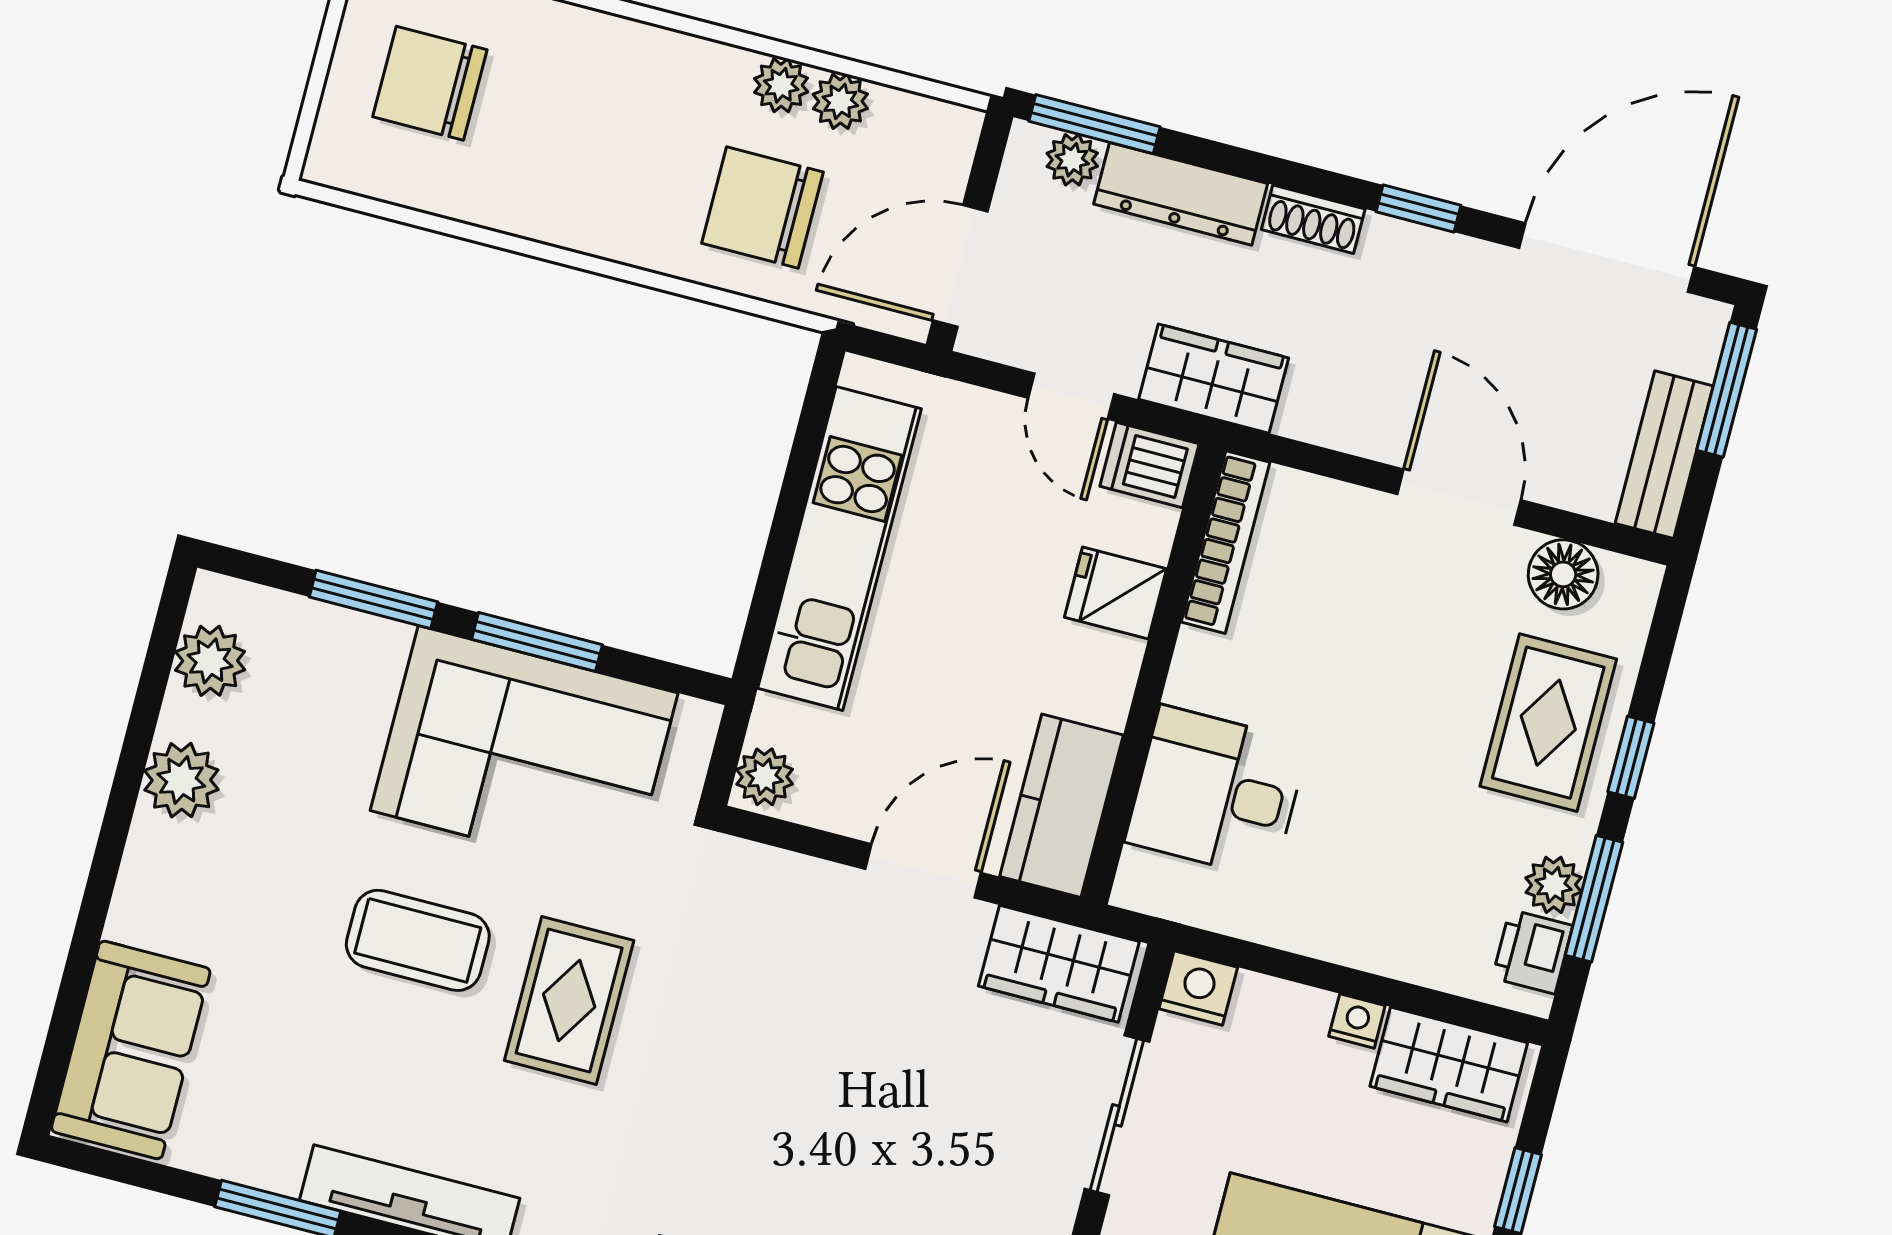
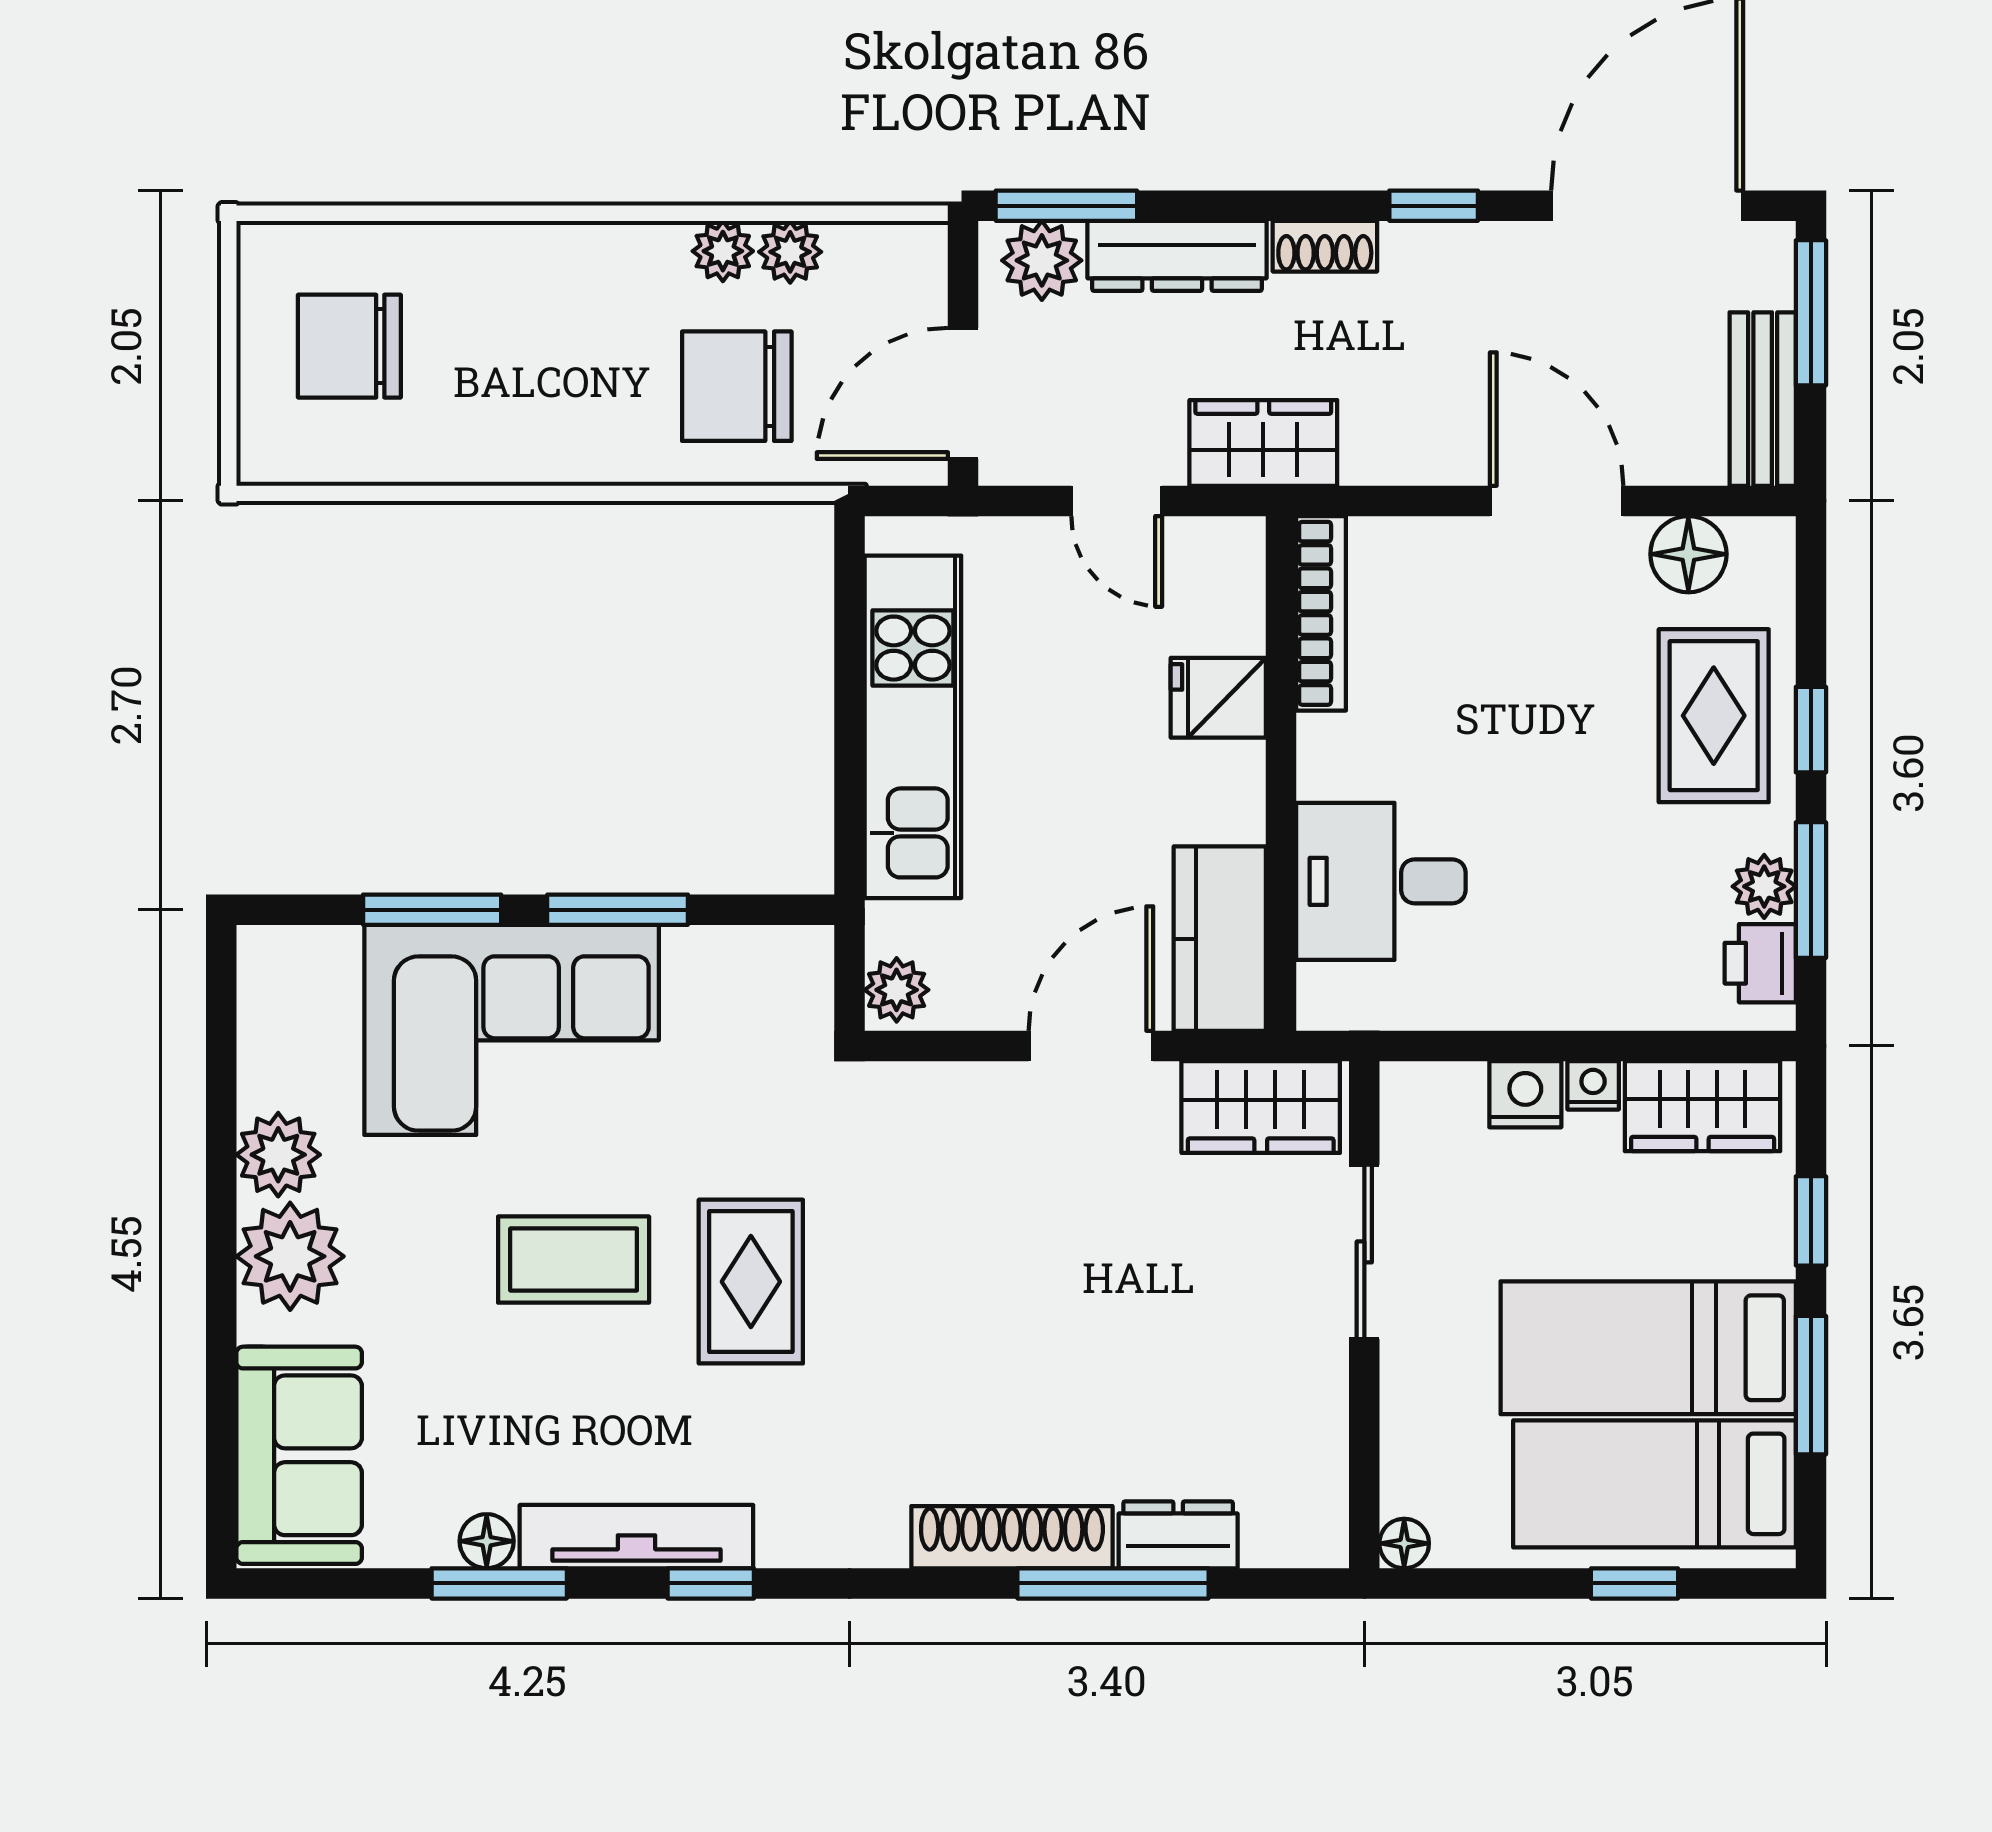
plant: (1072, 160) -> (1042, 260), width x1.38, depth x1.38
dishwasher: (1149, 465) -> (1219, 552), removed
plant: (210, 661) -> (290, 1256), moved, width x1.36, depth x1.36
corner sofa: (524, 752) -> (512, 1030), moved
nightstand: (1198, 988) -> (1525, 1094), moved
floor lamp: (276, 1169) -> (487, 1541), added

